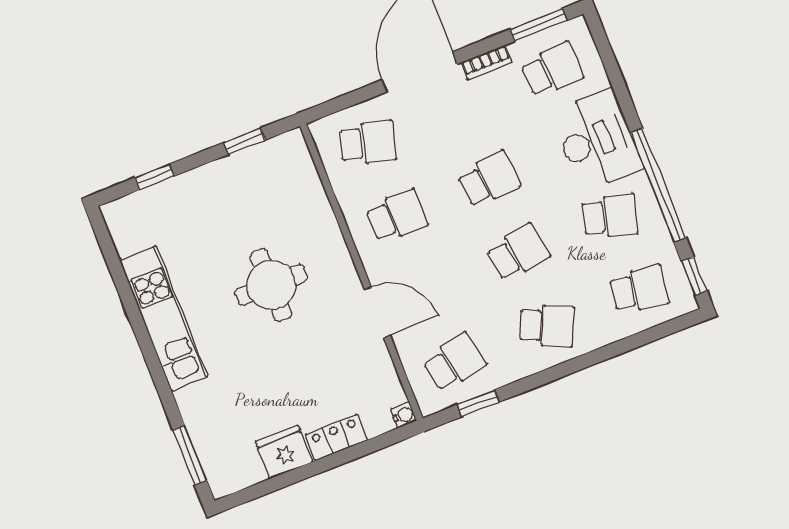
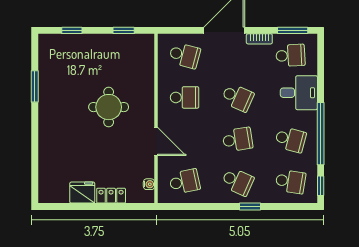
desk: (597, 140) -> (299, 93), width x0.73
school desk: (489, 180) -> (238, 97), turned 30
kitchen unit: (164, 318) -> (49, 103), removed
window: (478, 403) -> (250, 207), moved
water cooler: (404, 415) -> (149, 184), moved
window: (190, 455) -> (35, 86), moved

